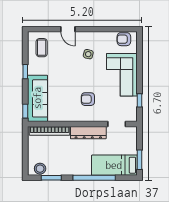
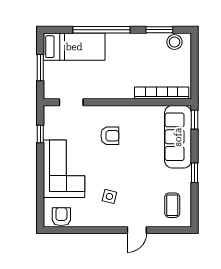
door: (68, 29) -> (137, 230), swing flipped
armchair: (124, 39) -> (61, 217), turned -90
dresser: (88, 133) -> (109, 91), removed
window: (139, 160) -> (40, 68), moved

